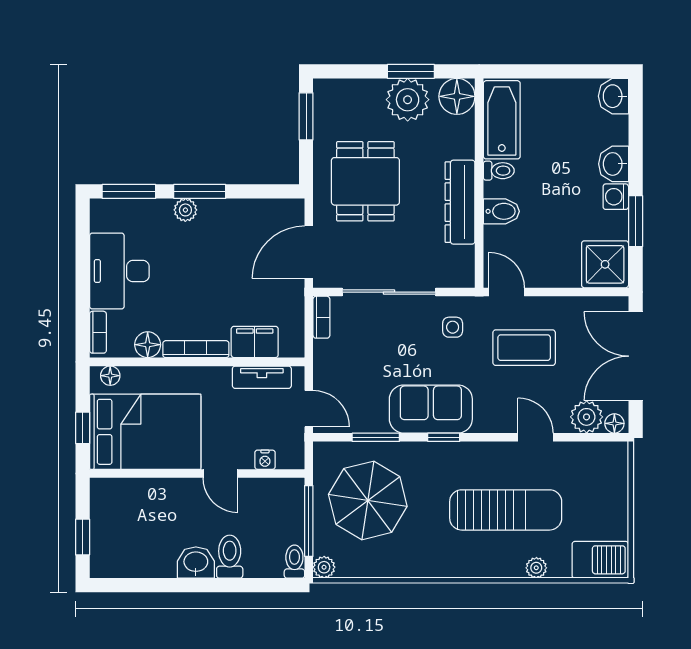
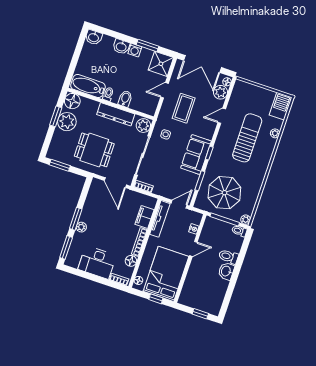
plant: (456, 271) -> (143, 126), added
door: (507, 292) -> (165, 90), moved
tv unit: (262, 377) -> (160, 219), width x1.41

